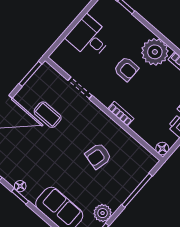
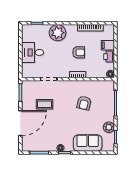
plant: (155, 52) -> (58, 33), moved
armchair: (126, 69) -> (79, 52), moved

